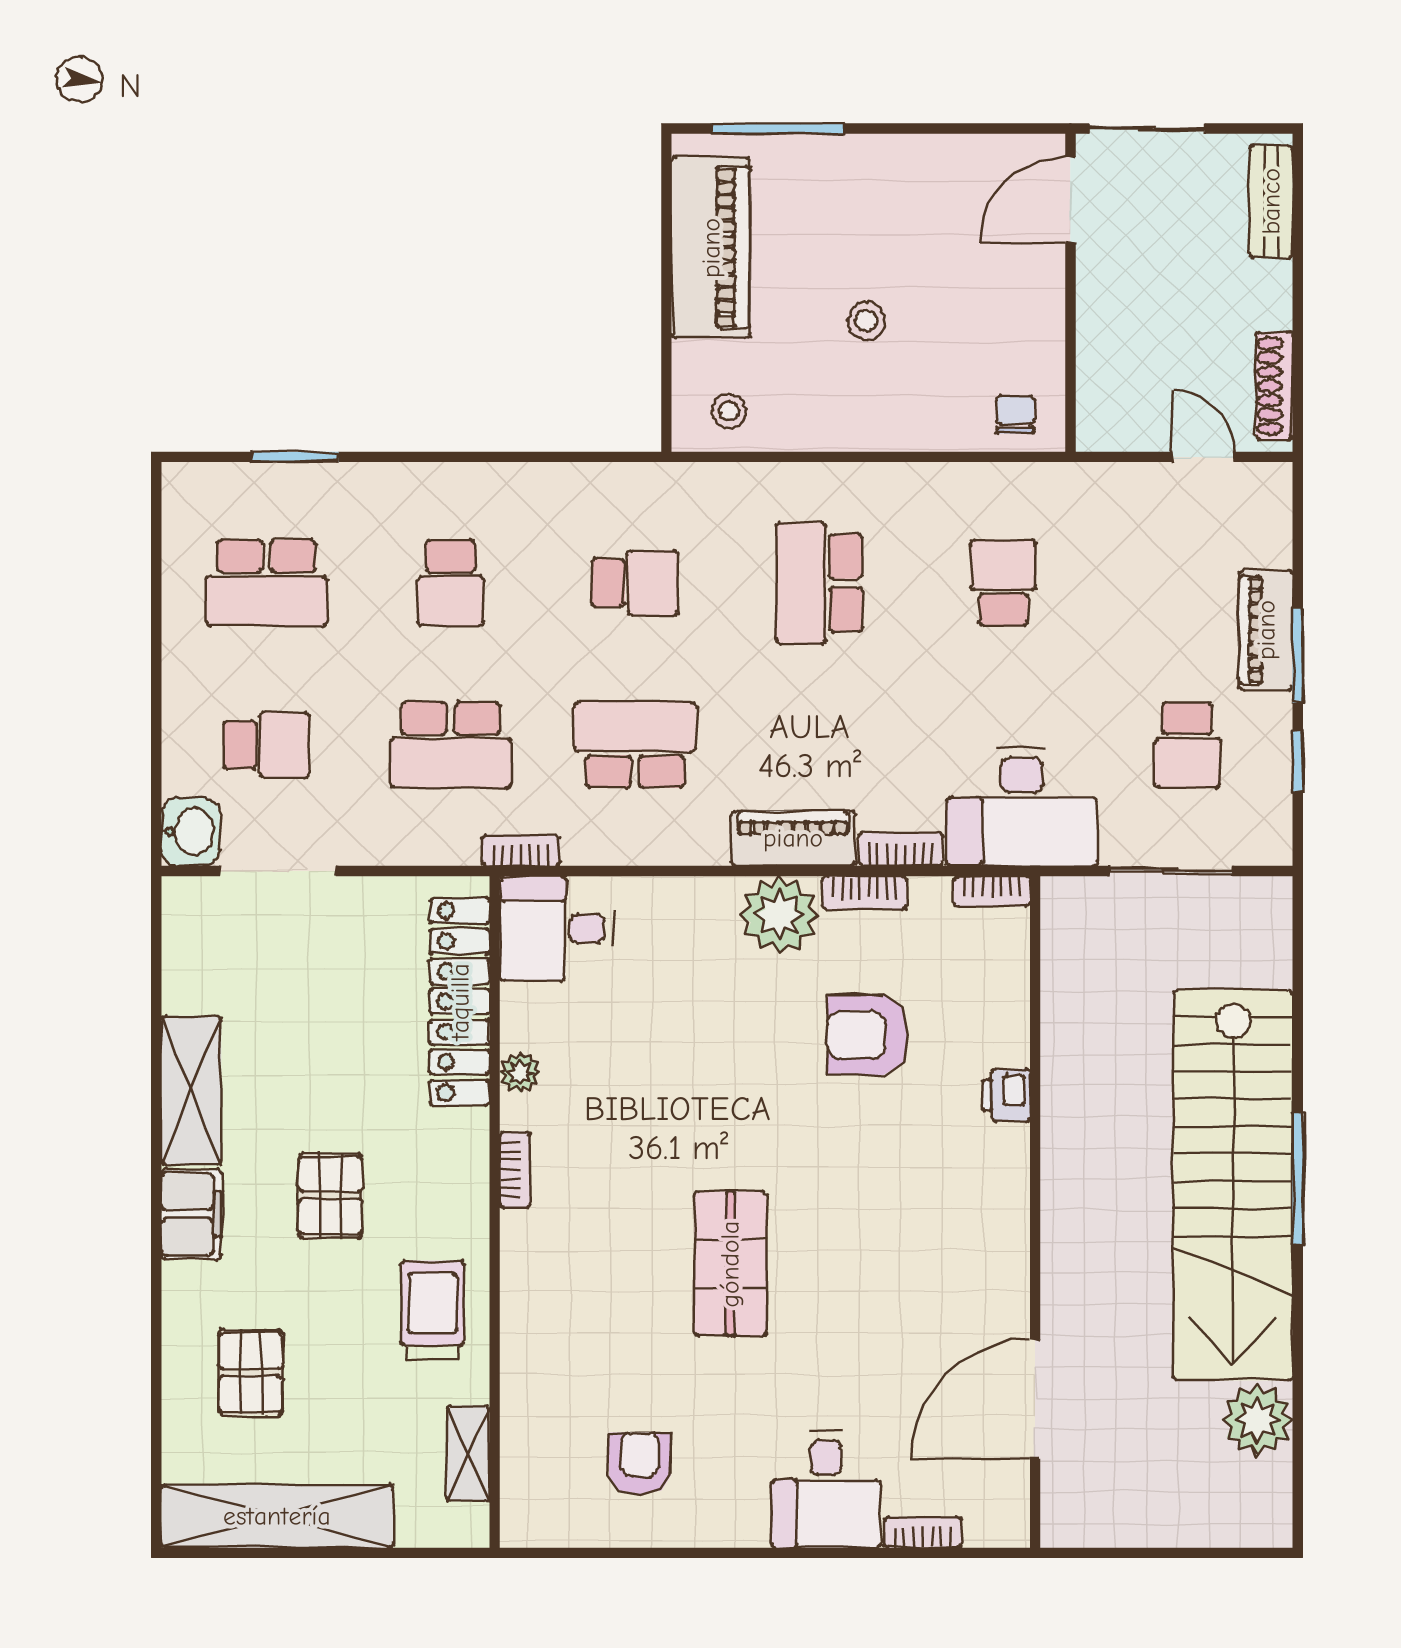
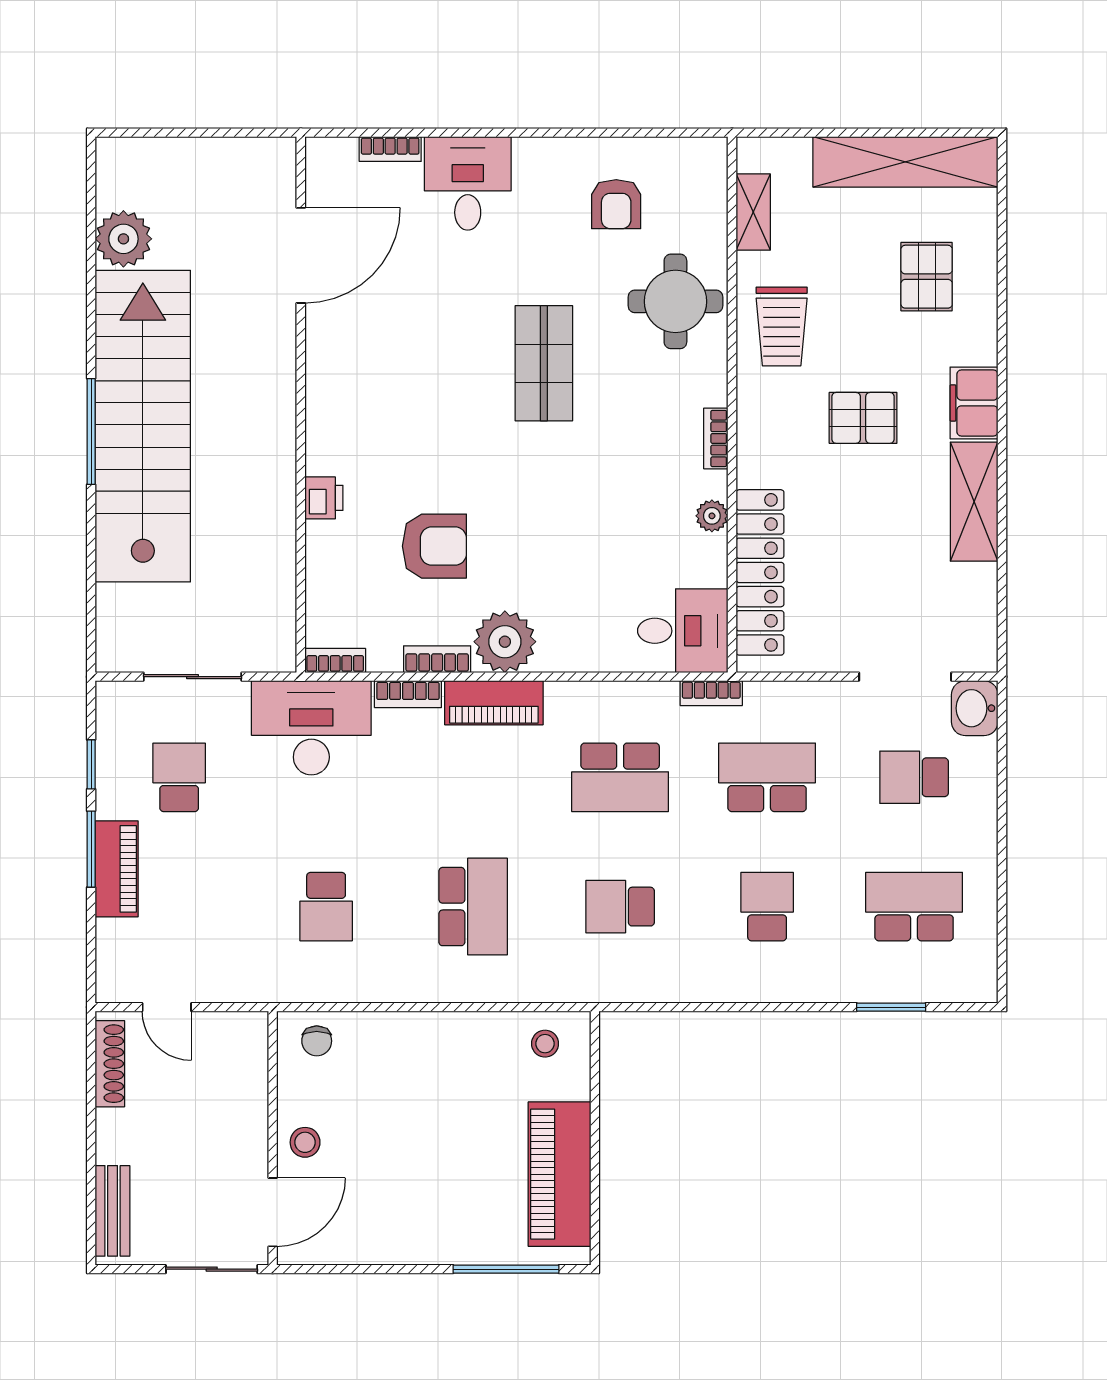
stool: (866, 321) -> (305, 1142), moved
pallet: (330, 1195) -> (863, 418), turned 90
round table: (565, 1341) -> (675, 301), added

